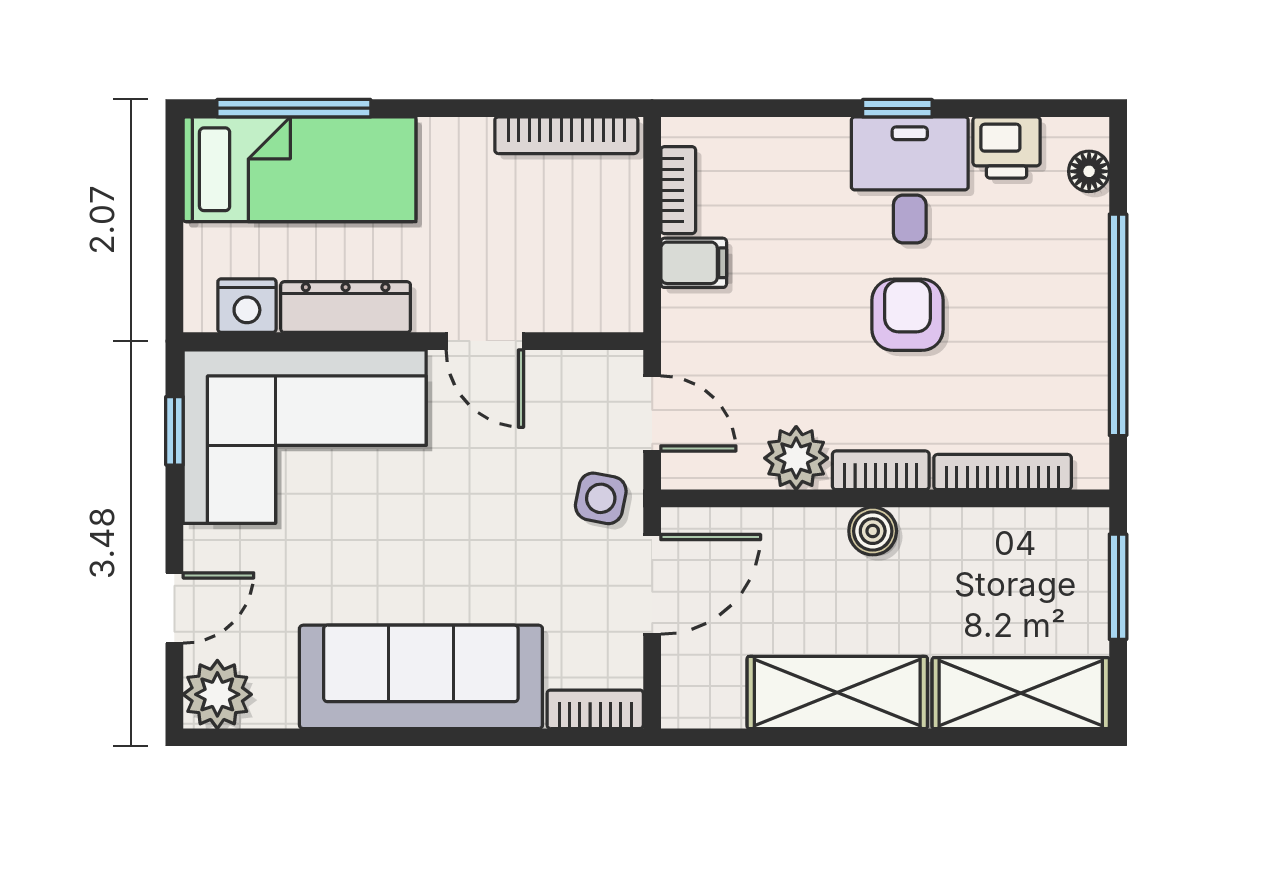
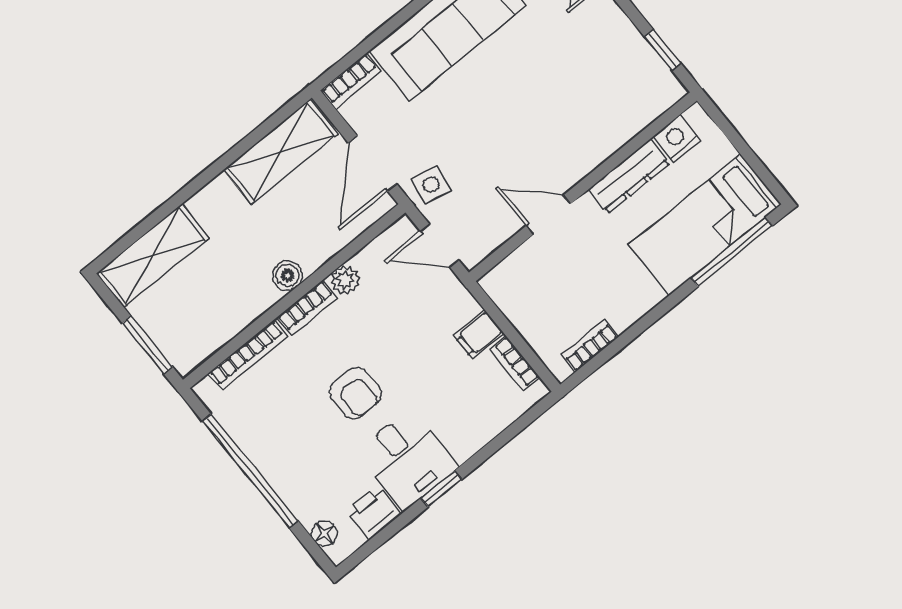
bookcase: (566, 135) -> (590, 346), width x0.64
corner sofa: (305, 437) -> (598, 98), removed
plant: (796, 458) -> (345, 280), width x0.73, depth x0.73
shelving: (837, 692) -> (281, 152), moved

